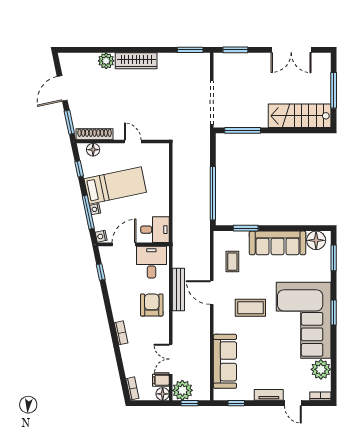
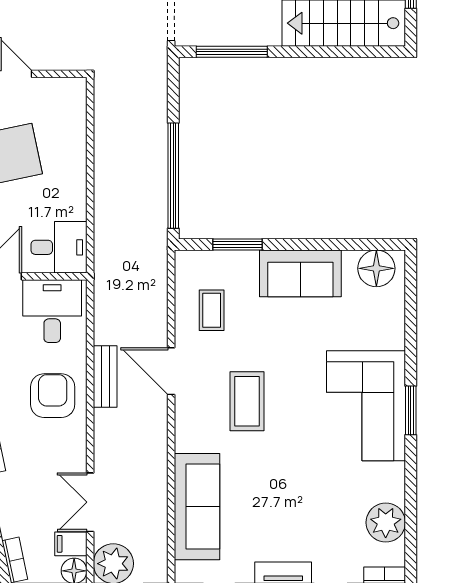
sofa: (278, 243) -> (300, 273), width x0.73
window: (334, 258) -> (411, 303), removed
bench: (178, 290) -> (105, 377), width x0.73
coffee table: (250, 308) -> (247, 401), turned 90
corner sofa: (304, 320) -> (366, 406), width x0.73, depth x0.74

